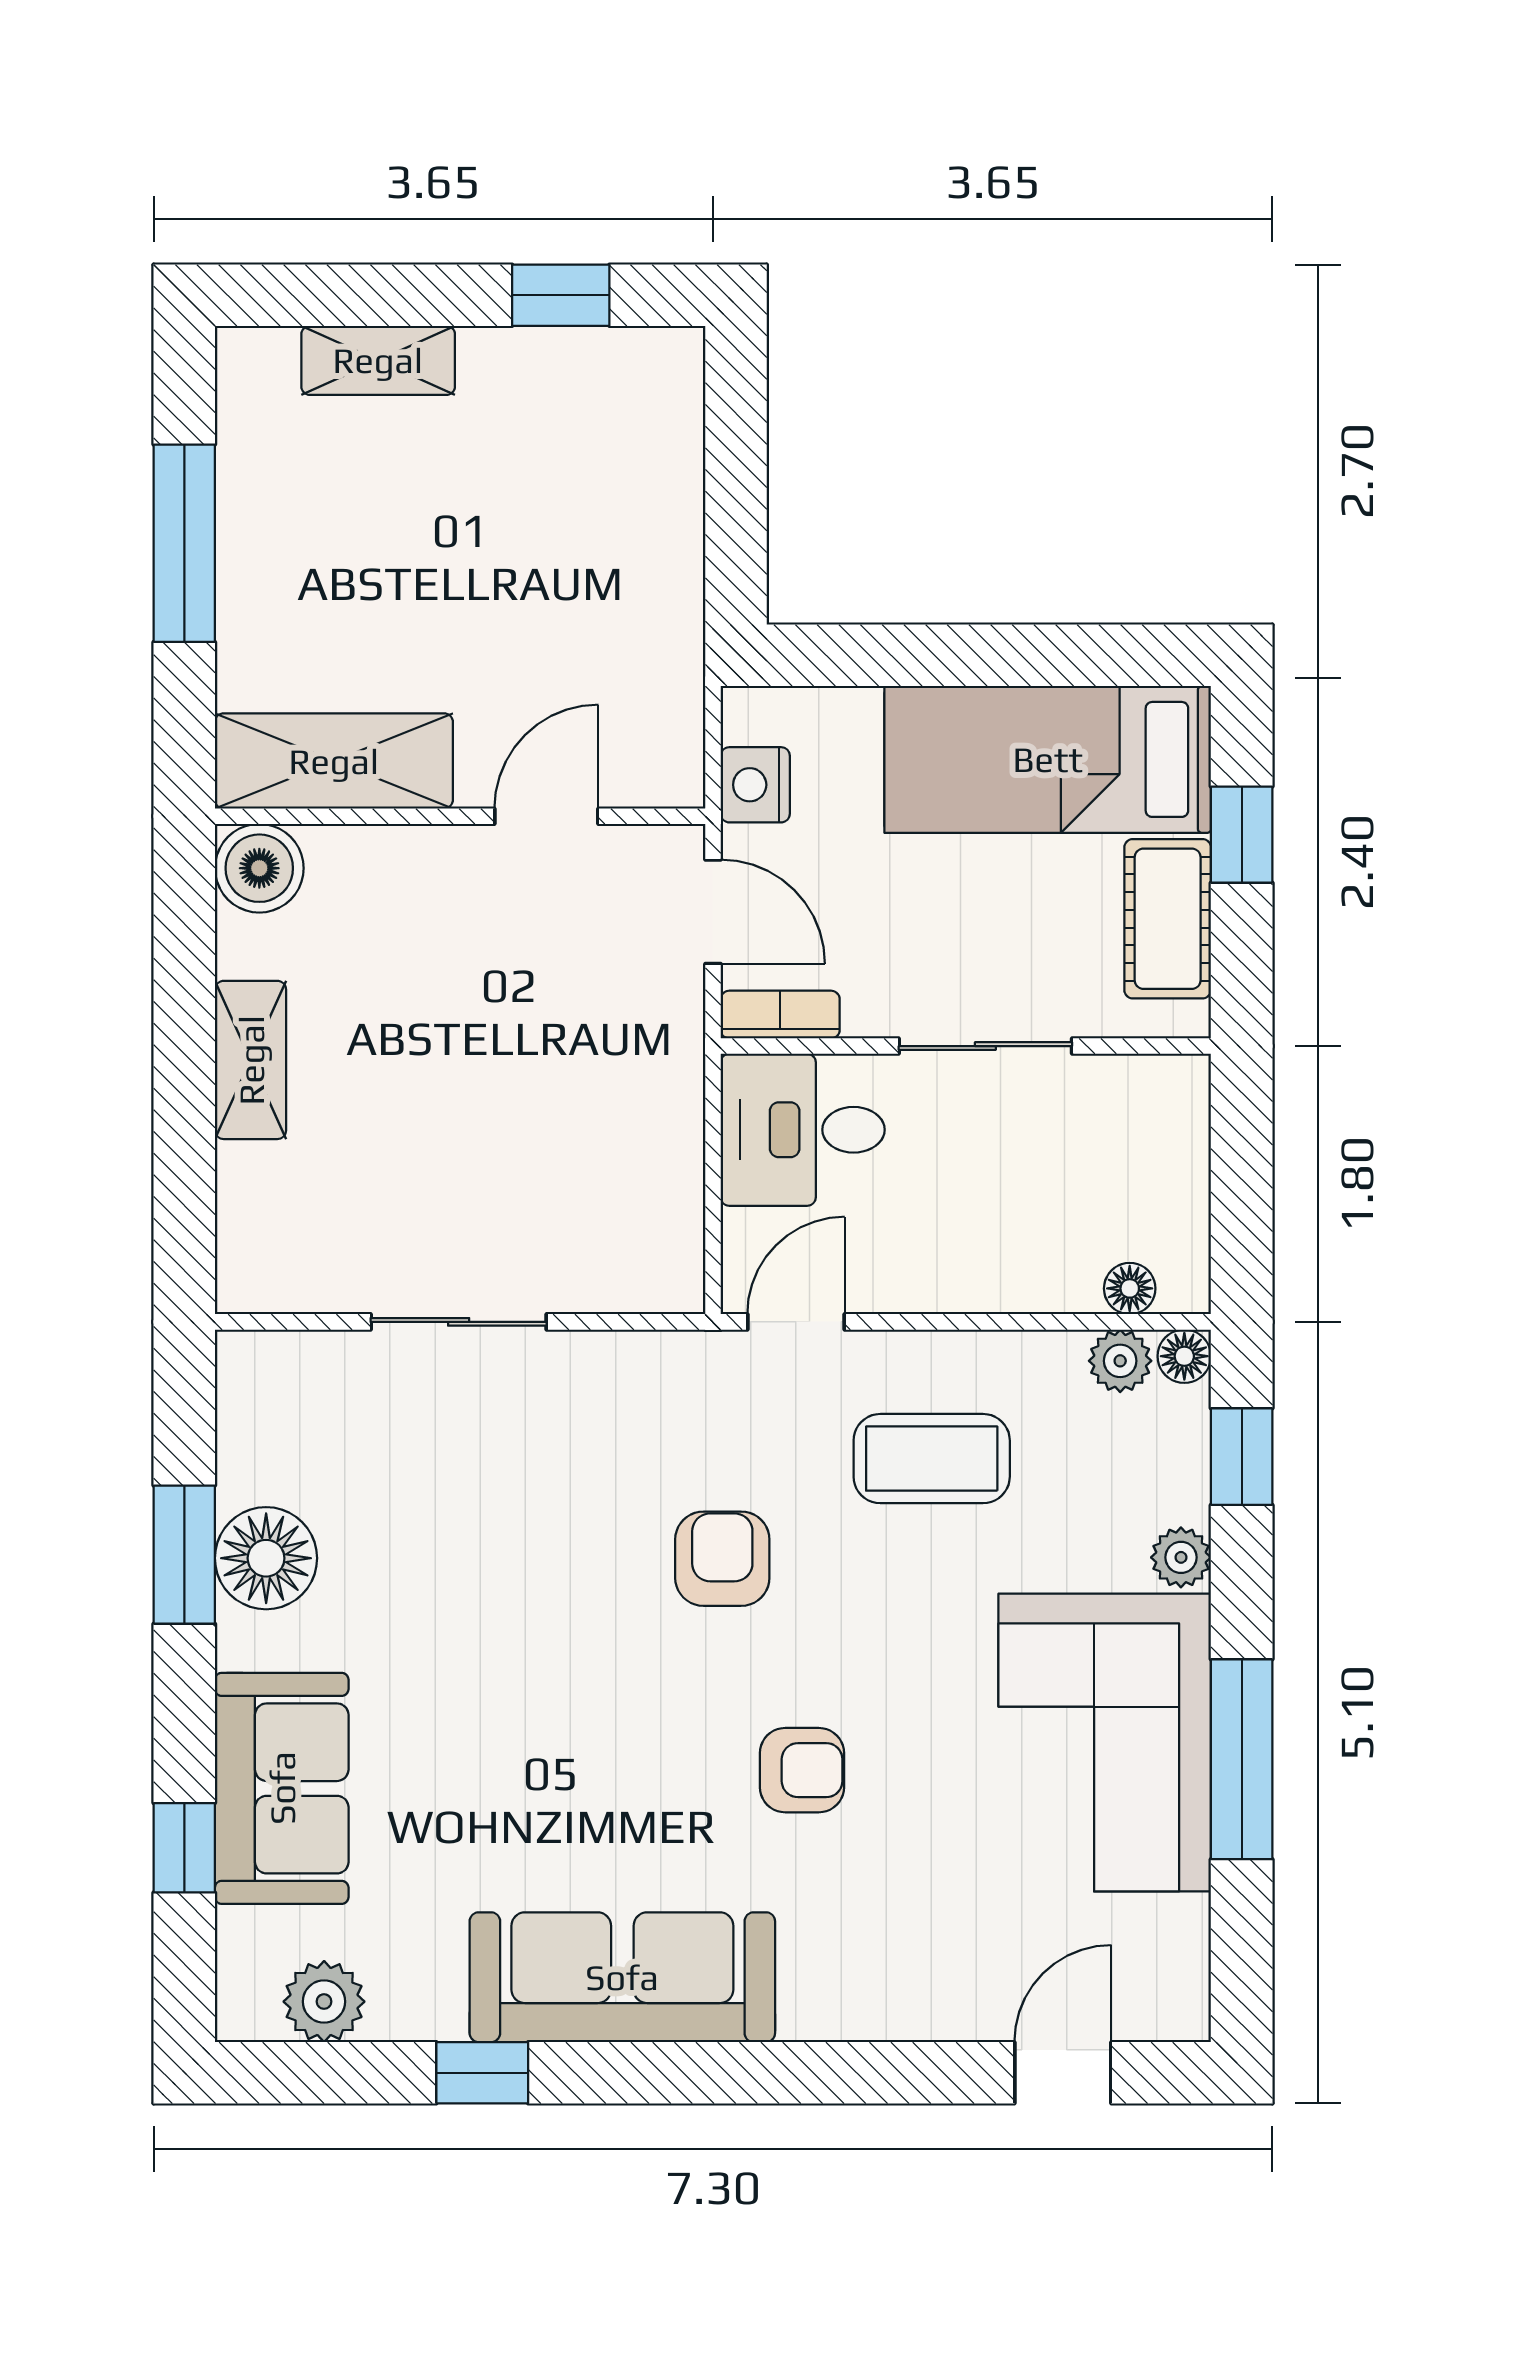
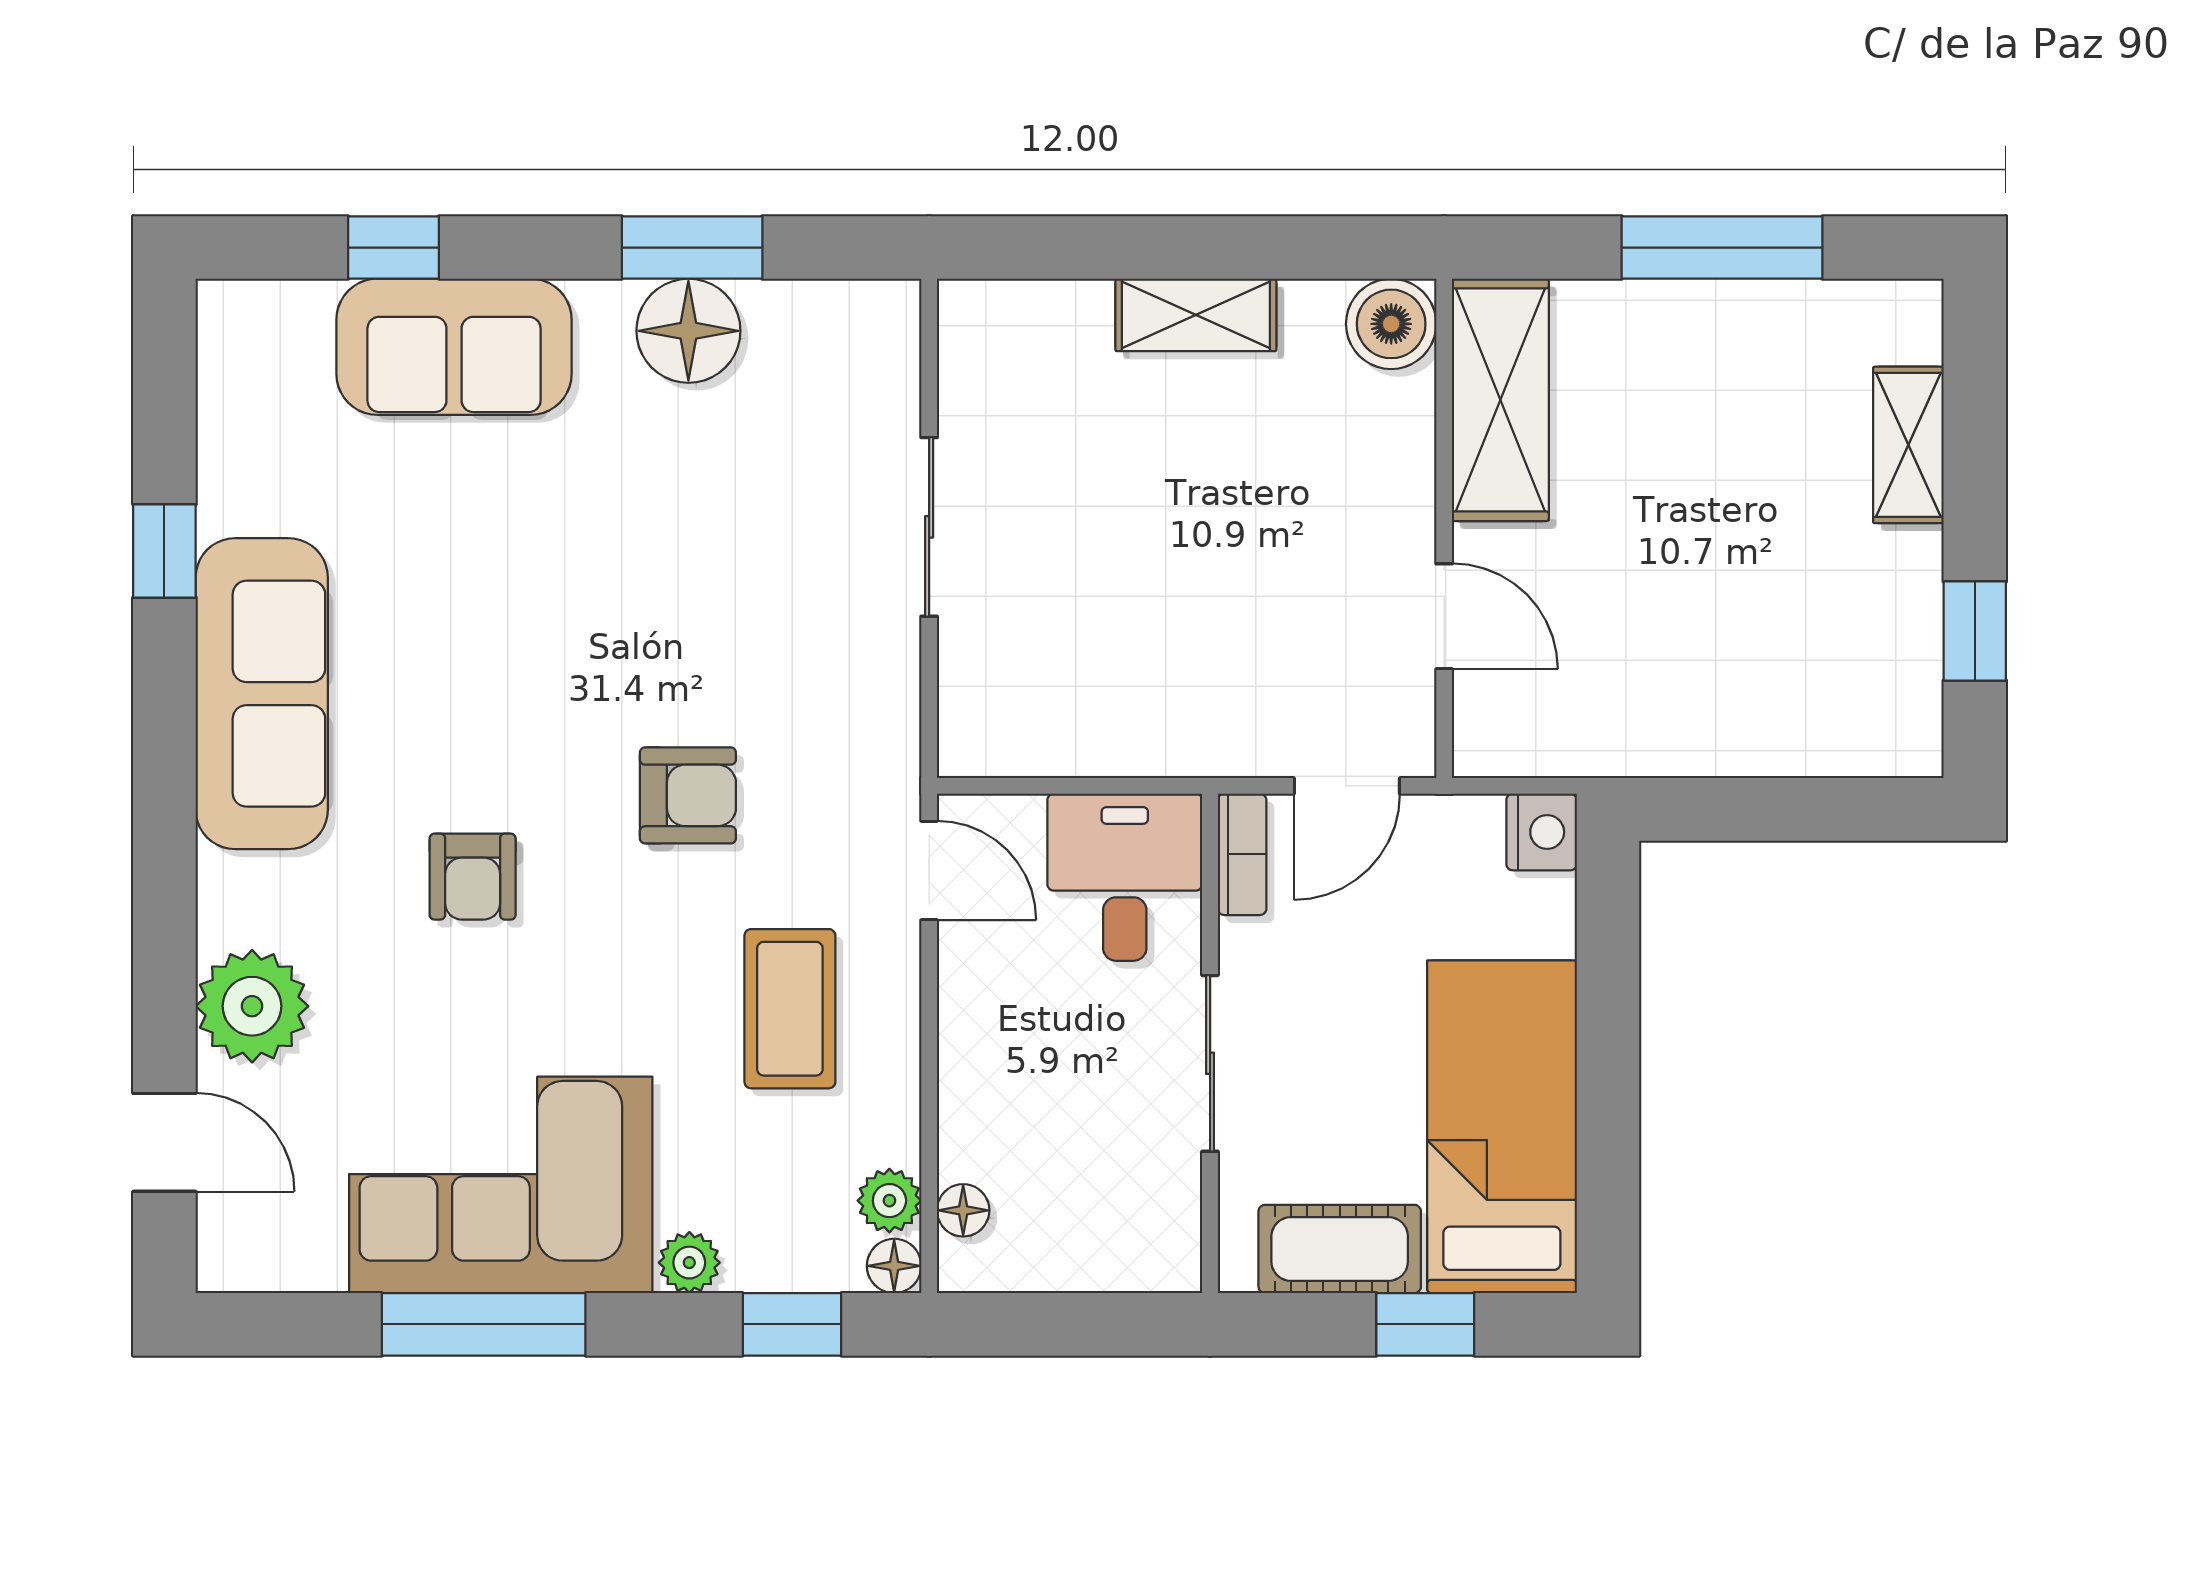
nightstand: (755, 785) -> (1542, 832), moved, turned 90
plant: (324, 2002) -> (252, 1006), moved, width x1.36, depth x1.36

